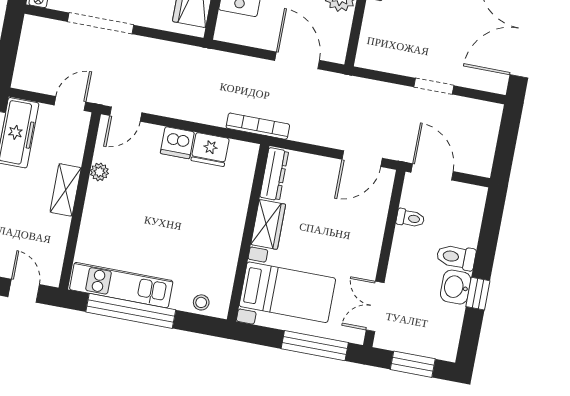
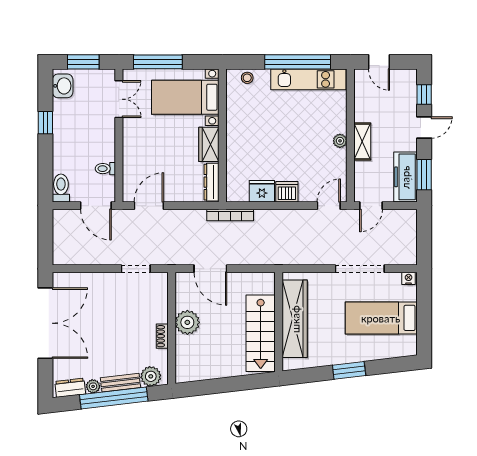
doorway: (434, 86) -> (136, 269), moved
plant: (99, 172) -> (340, 141), moved
toilet: (456, 257) -> (61, 188), moved, turned -90
washbasin: (456, 287) -> (63, 86), moved

